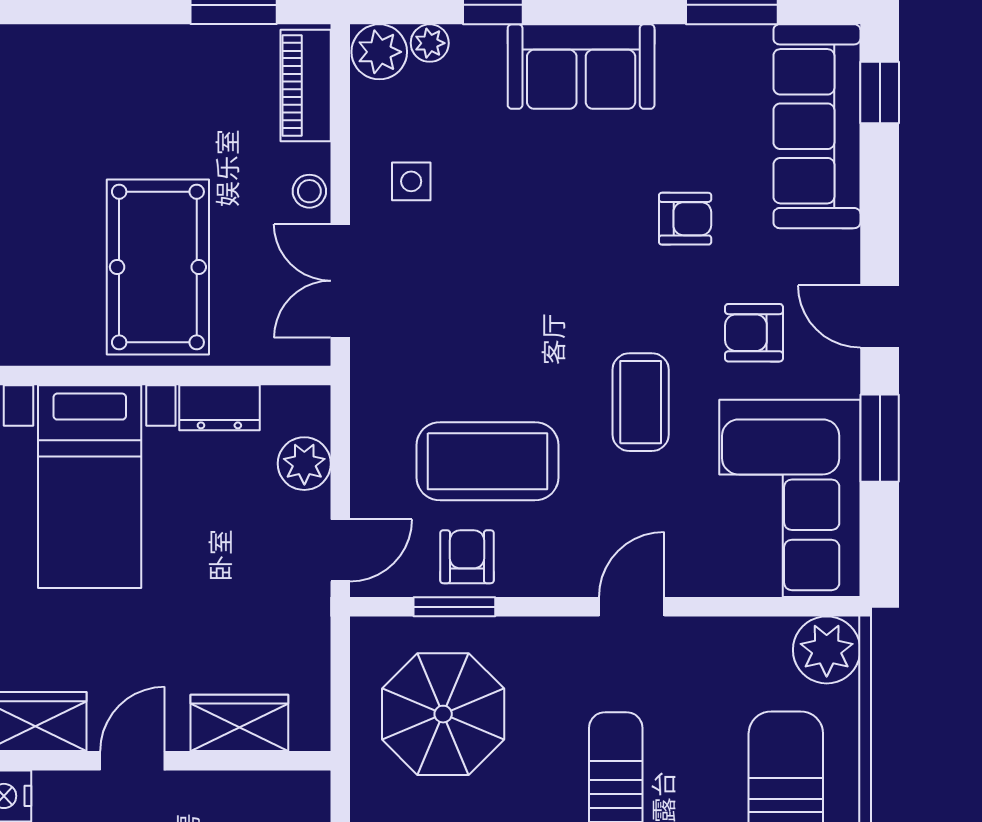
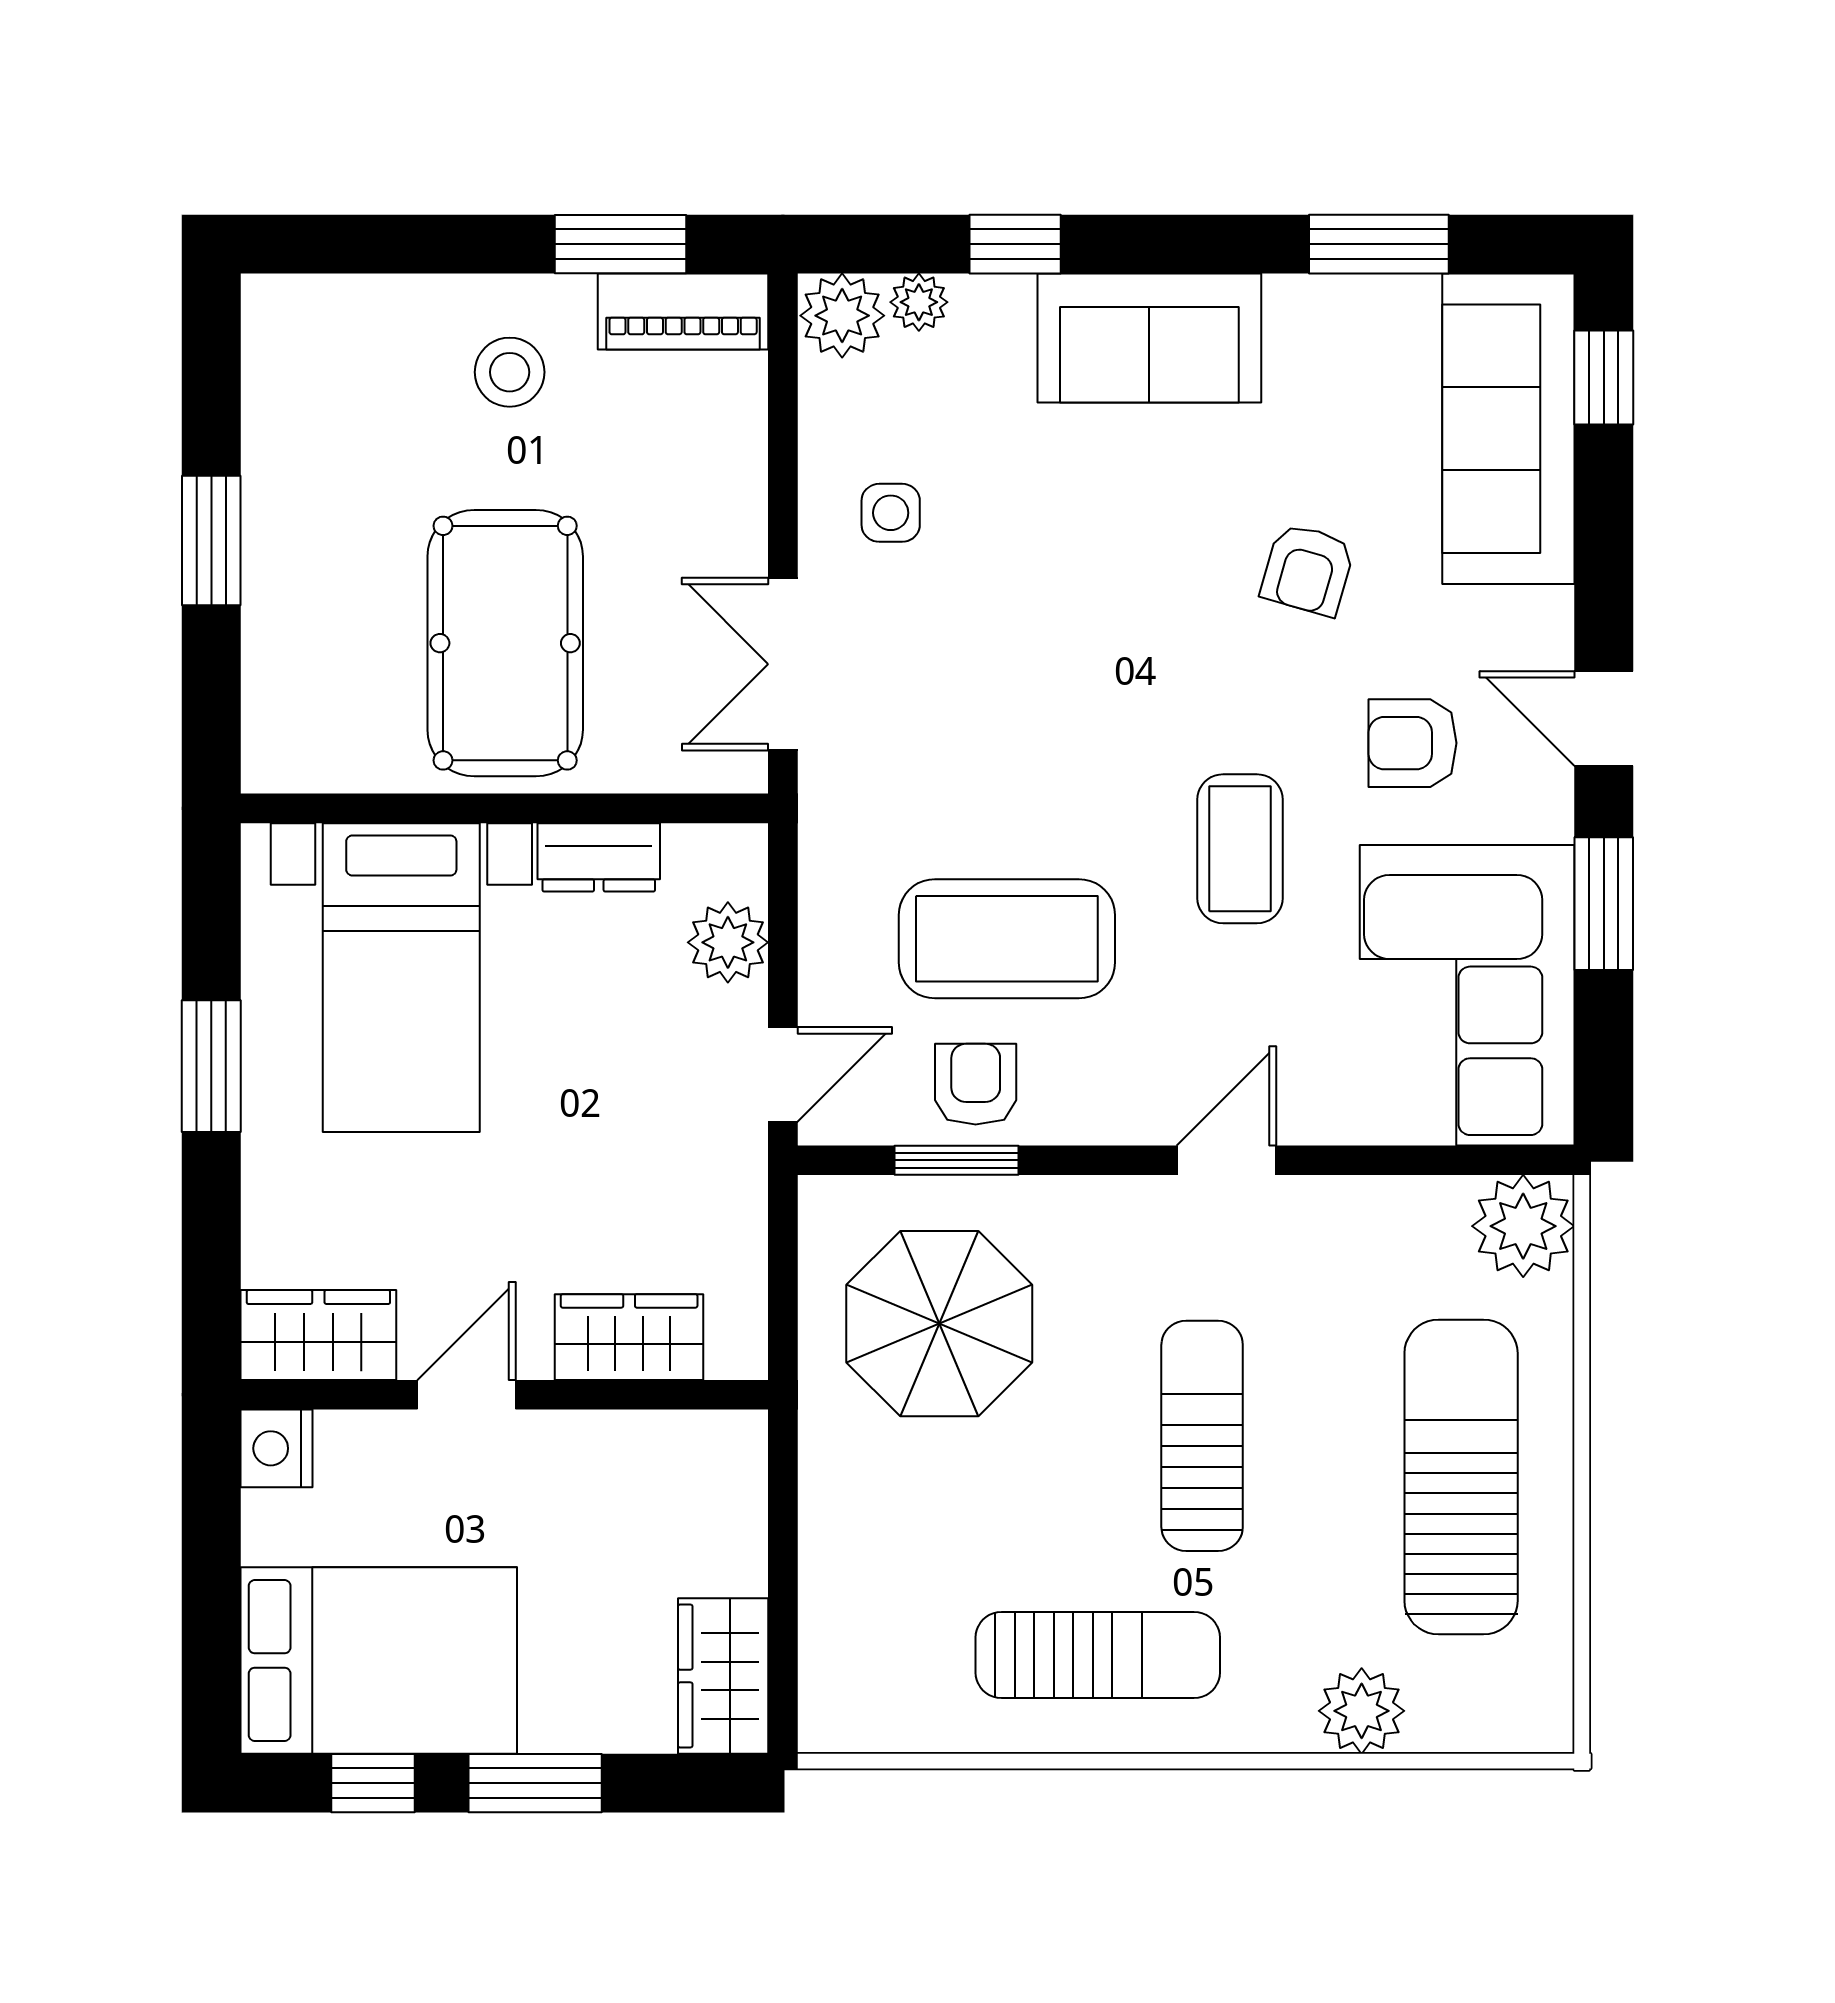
piano: (306, 86) -> (683, 312), moved, turned -90
stool: (309, 191) -> (510, 372), moved, width x1.37, depth x1.37
armchair: (685, 219) -> (1308, 570), turned 106

